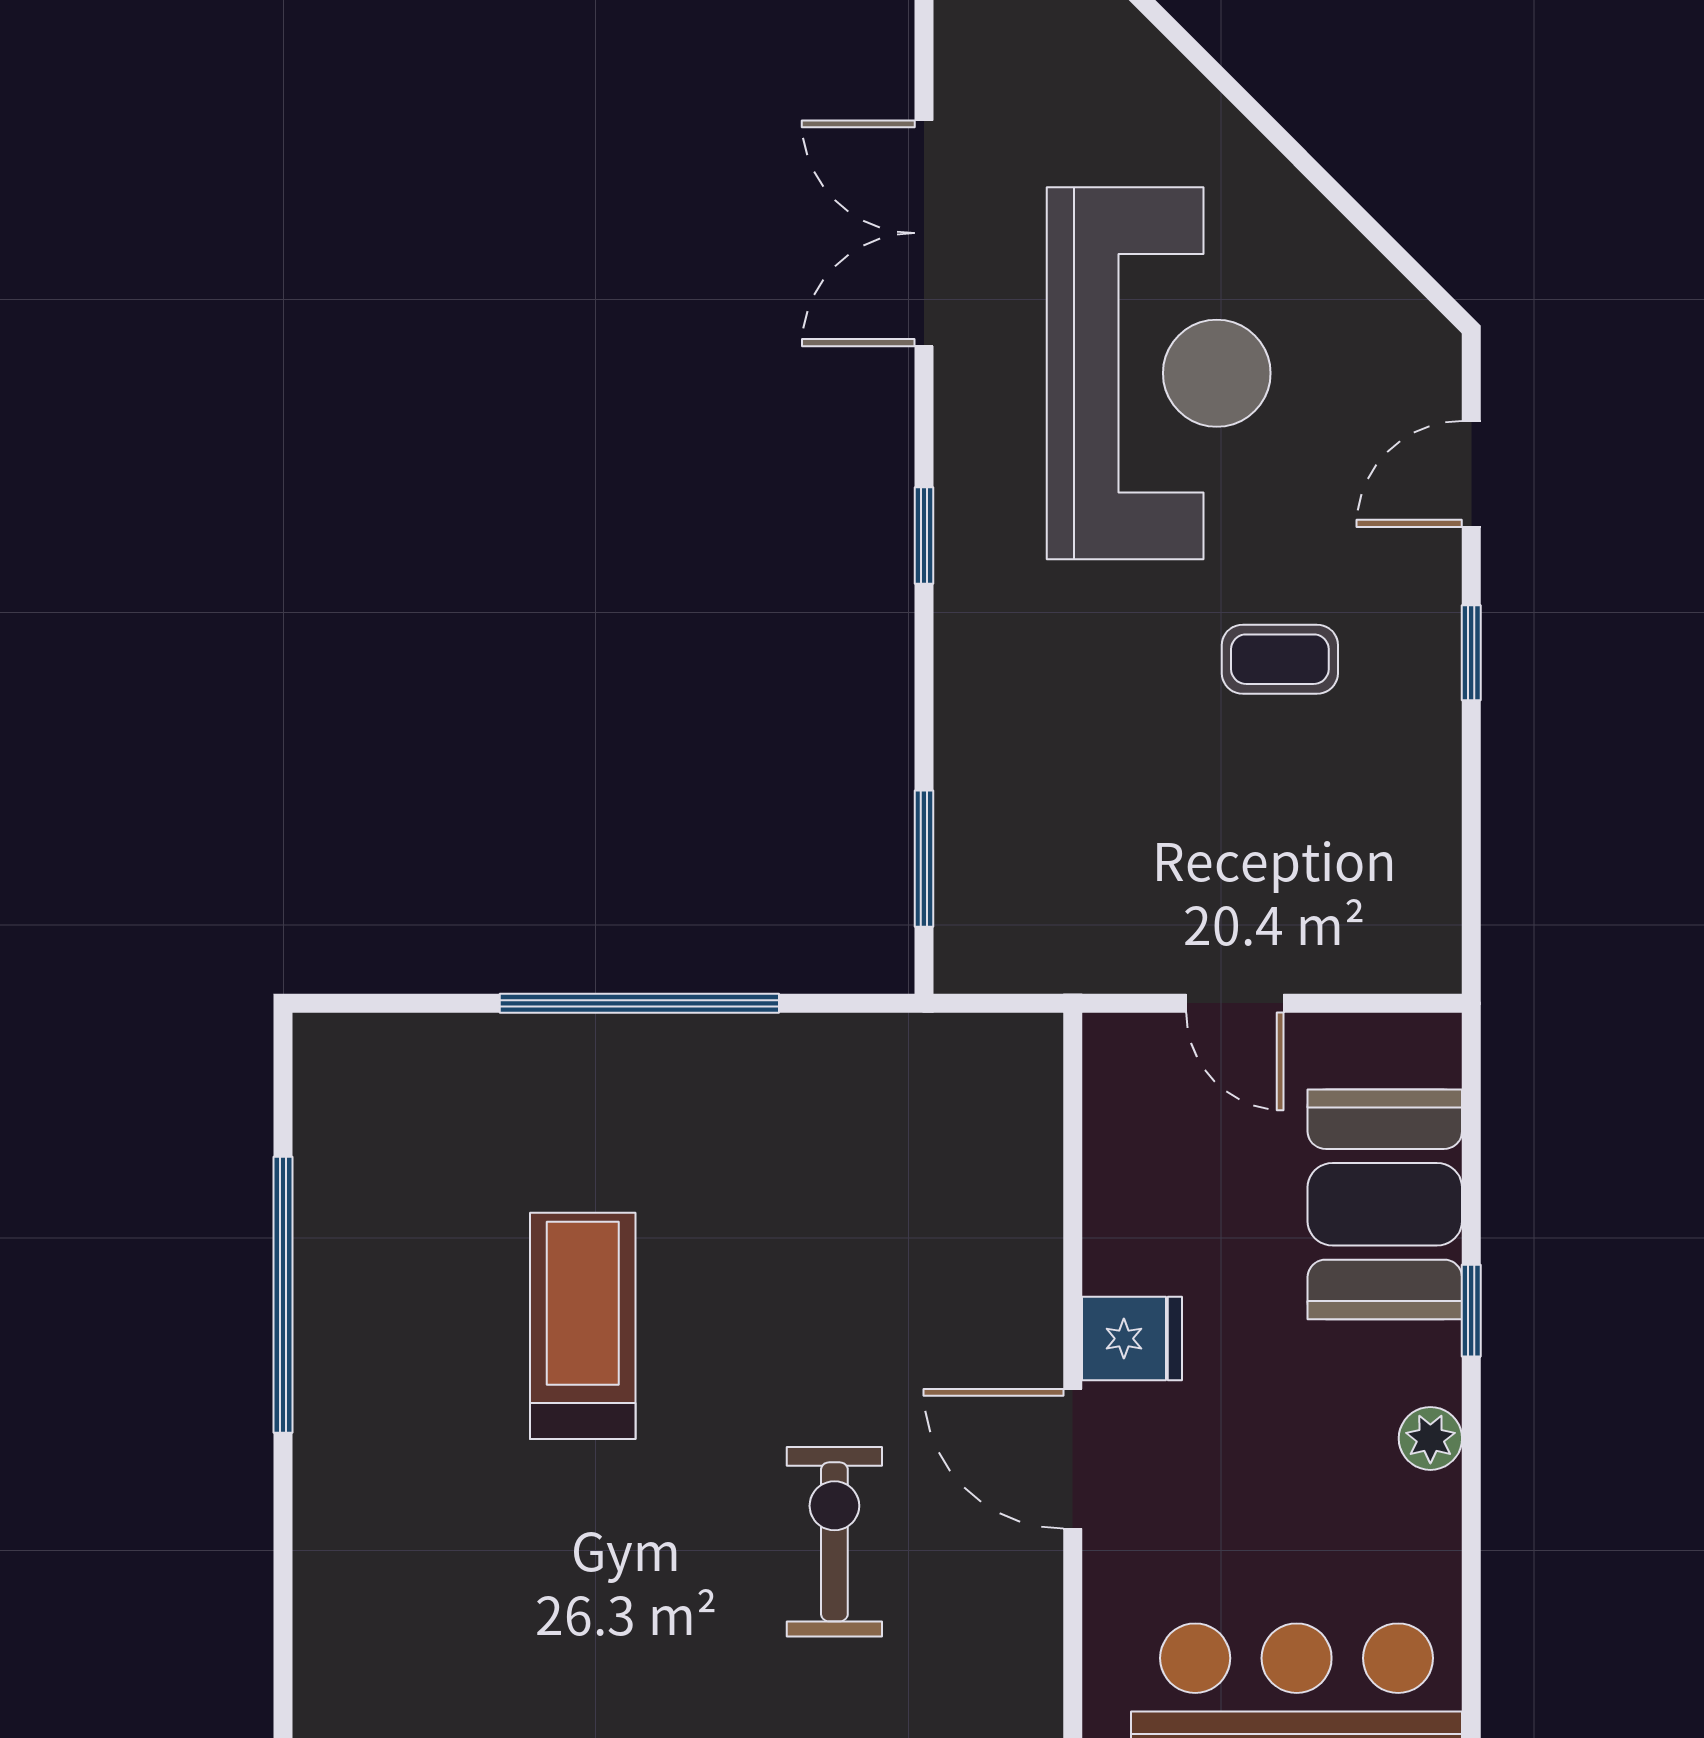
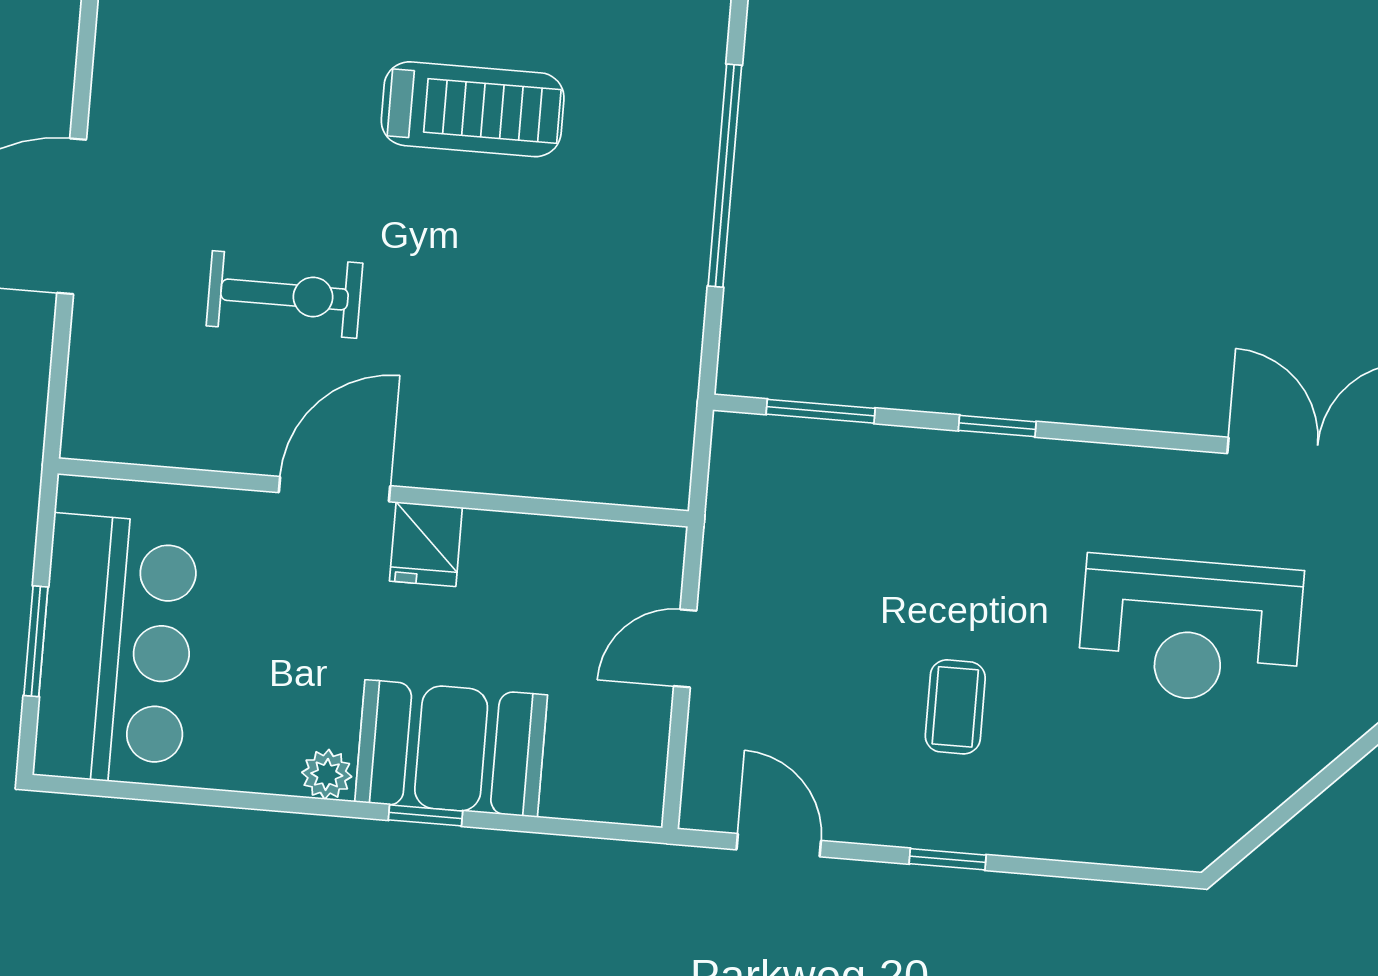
reception desk: (1159, 373) -> (1190, 630), width x0.74, depth x0.77
door: (1471, 474) -> (779, 845), moved
window: (924, 535) -> (997, 426), moved
booth: (1385, 1204) -> (451, 748), moved

